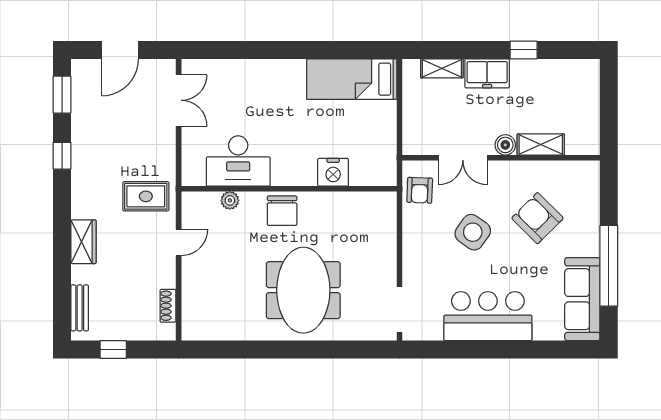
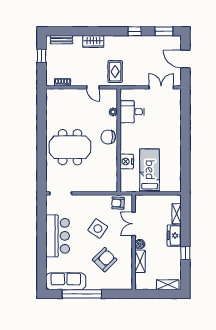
bed: (352, 79) -> (150, 170), moved
shelving: (590, 87) -> (168, 285), added
double door: (179, 100) -> (161, 87), swing flipped
desk: (238, 161) -> (132, 112), width x0.73

